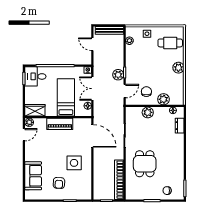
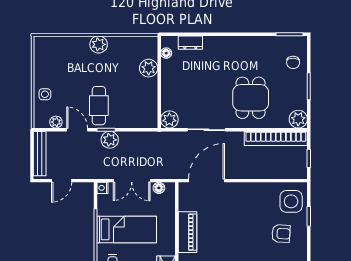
cafe table: (170, 43) -> (99, 106), moved
door: (125, 91) -> (77, 130), moved
chair: (146, 92) -> (136, 95), removed
bed: (66, 97) -> (127, 229), moved, turned 180
plant: (148, 112) -> (169, 119), moved
side table: (74, 163) -> (291, 201), moved
dining table: (145, 164) -> (251, 98), turned 90
plant: (131, 194) -> (298, 119), added

